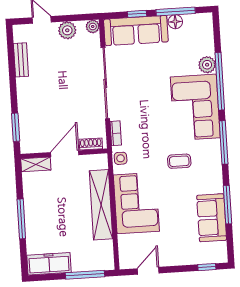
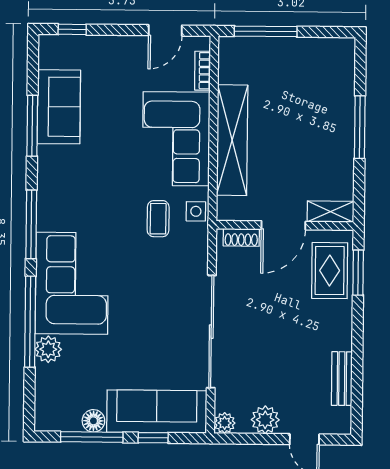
rug: (34, 127) -> (330, 271), added
bookcase: (116, 133) -> (202, 71), moved
coffee table: (179, 161) -> (158, 219), moved, turned 90
freezer: (49, 264) -> (321, 53), removed

